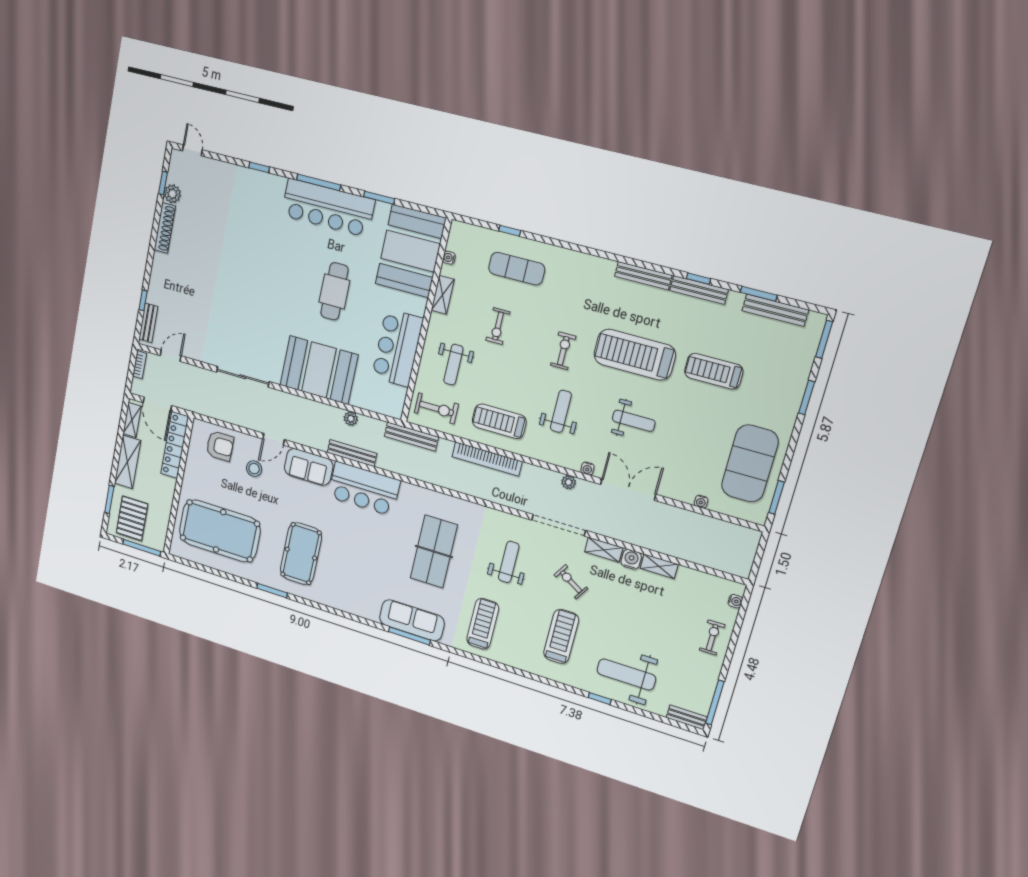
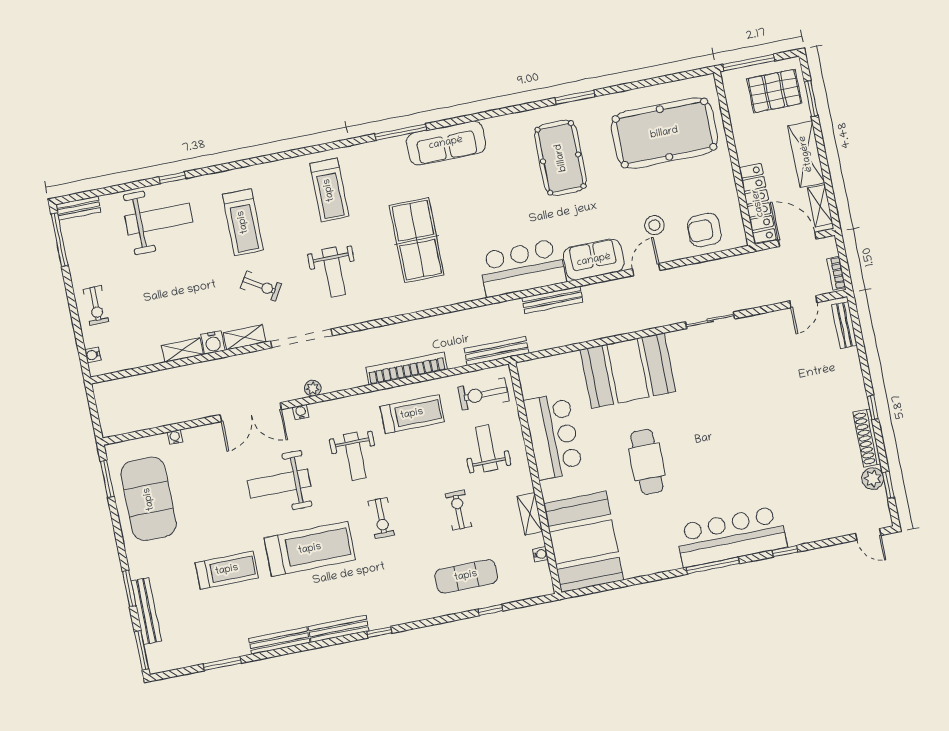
window: (379, 198) -> (641, 580), removed
bar counter: (328, 208) -> (731, 537), moved
window: (699, 279) -> (379, 632), moved
window: (143, 300) -> (873, 407), moved
bench: (775, 310) -> (146, 611), moved, turned 90
sliding door: (243, 377) -> (710, 320), width x0.73
plant: (351, 419) -> (570, 336), removed
weight bench: (634, 421) -> (279, 484), width x1.36, depth x1.33
pallet: (132, 518) -> (774, 91), turned 90
sofa: (412, 620) -> (446, 143), moved

